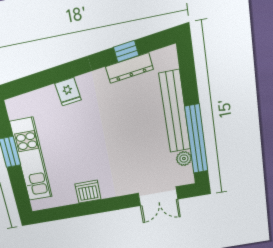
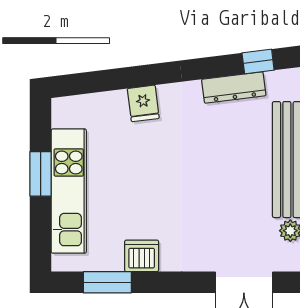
window: (126, 51) -> (258, 61), moved
window: (69, 211) -> (107, 282), added

